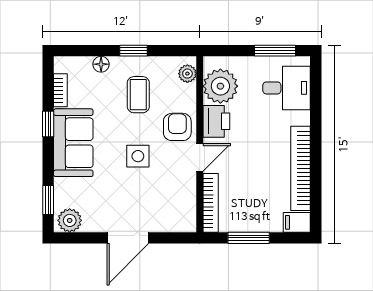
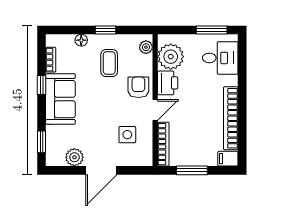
side table: (138, 156) -> (127, 135), moved
plant: (70, 220) -> (74, 157), moved

